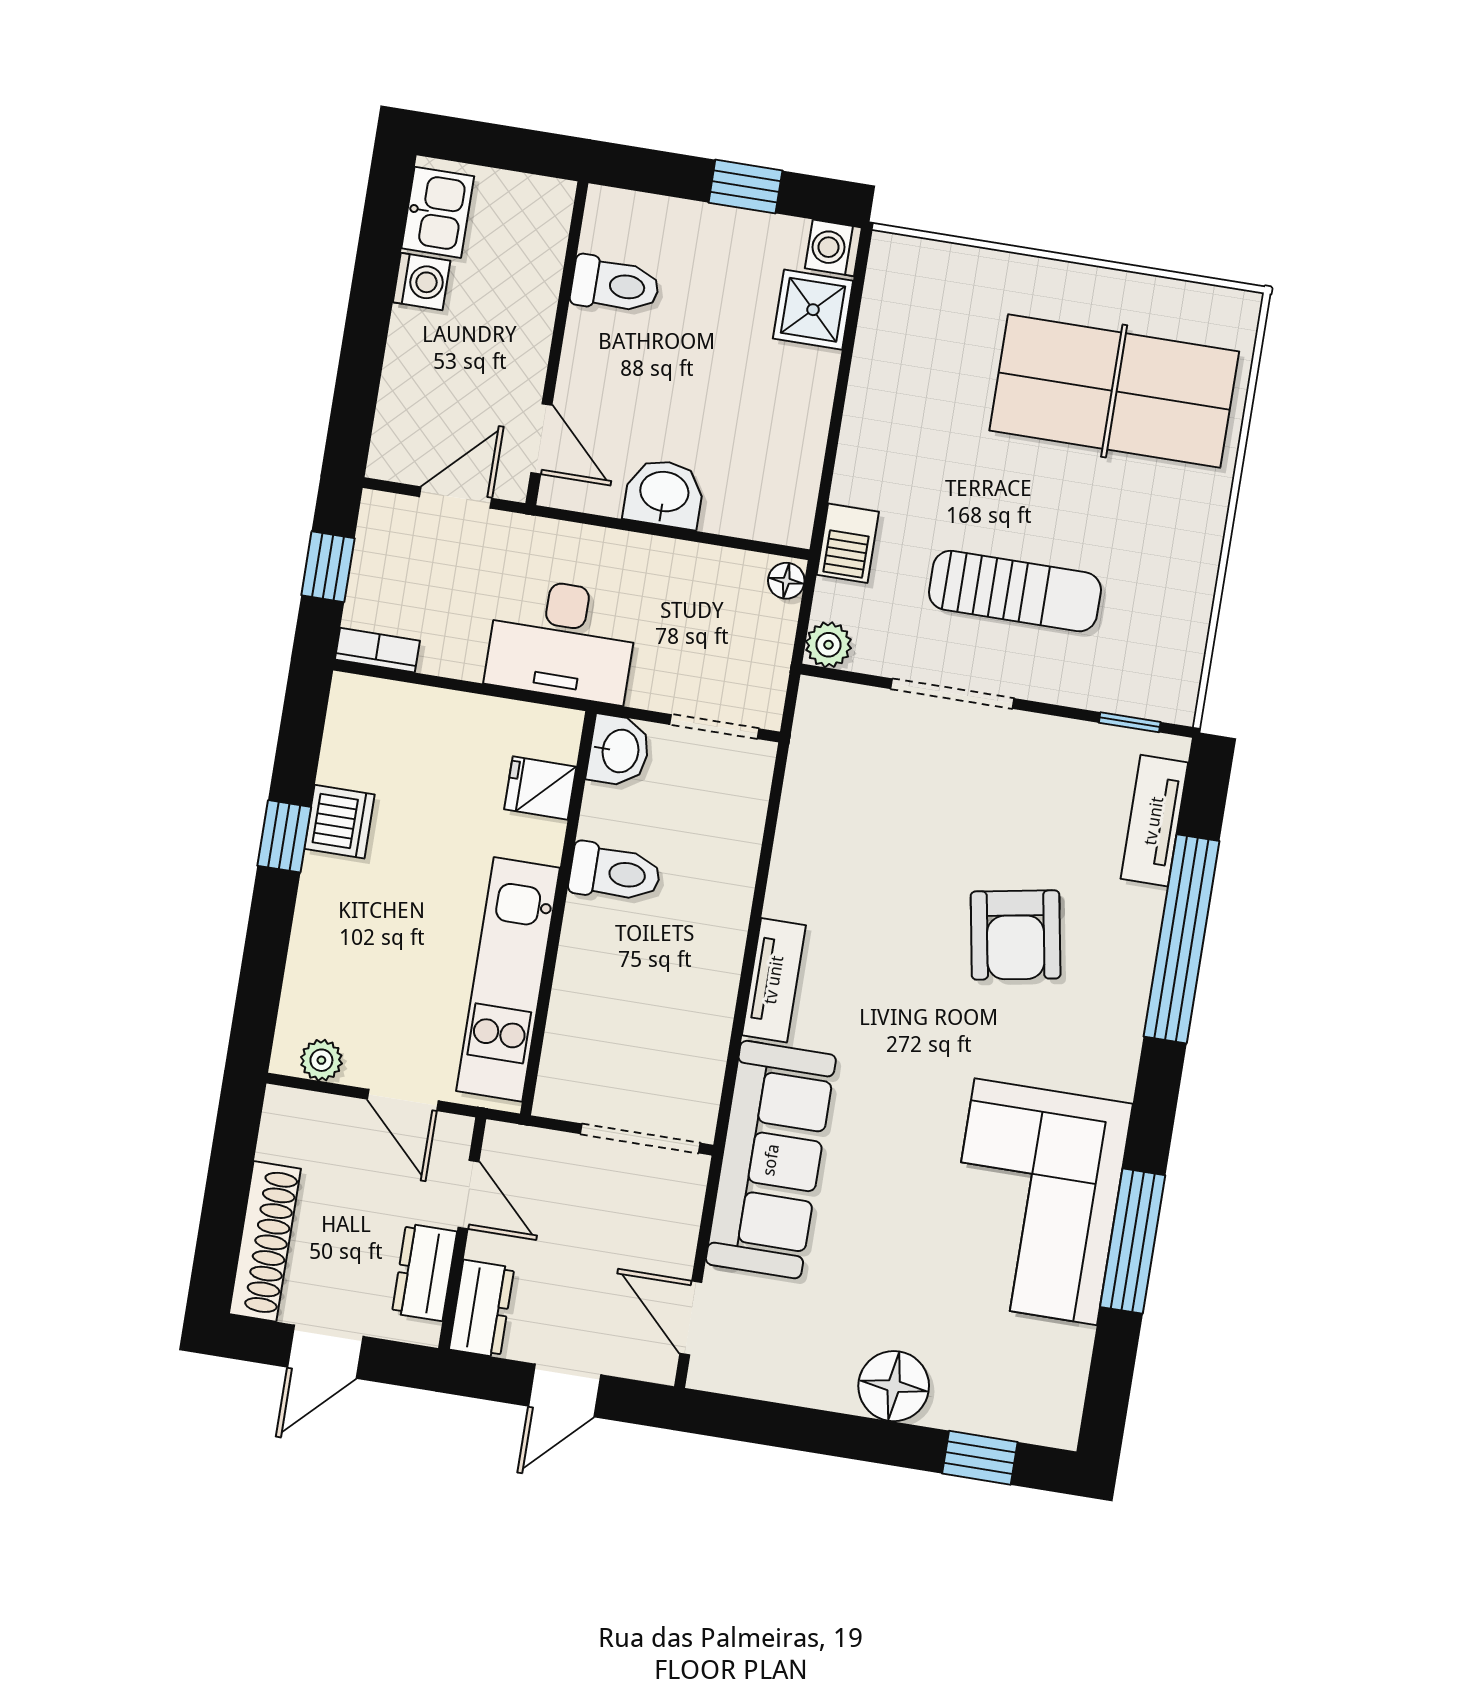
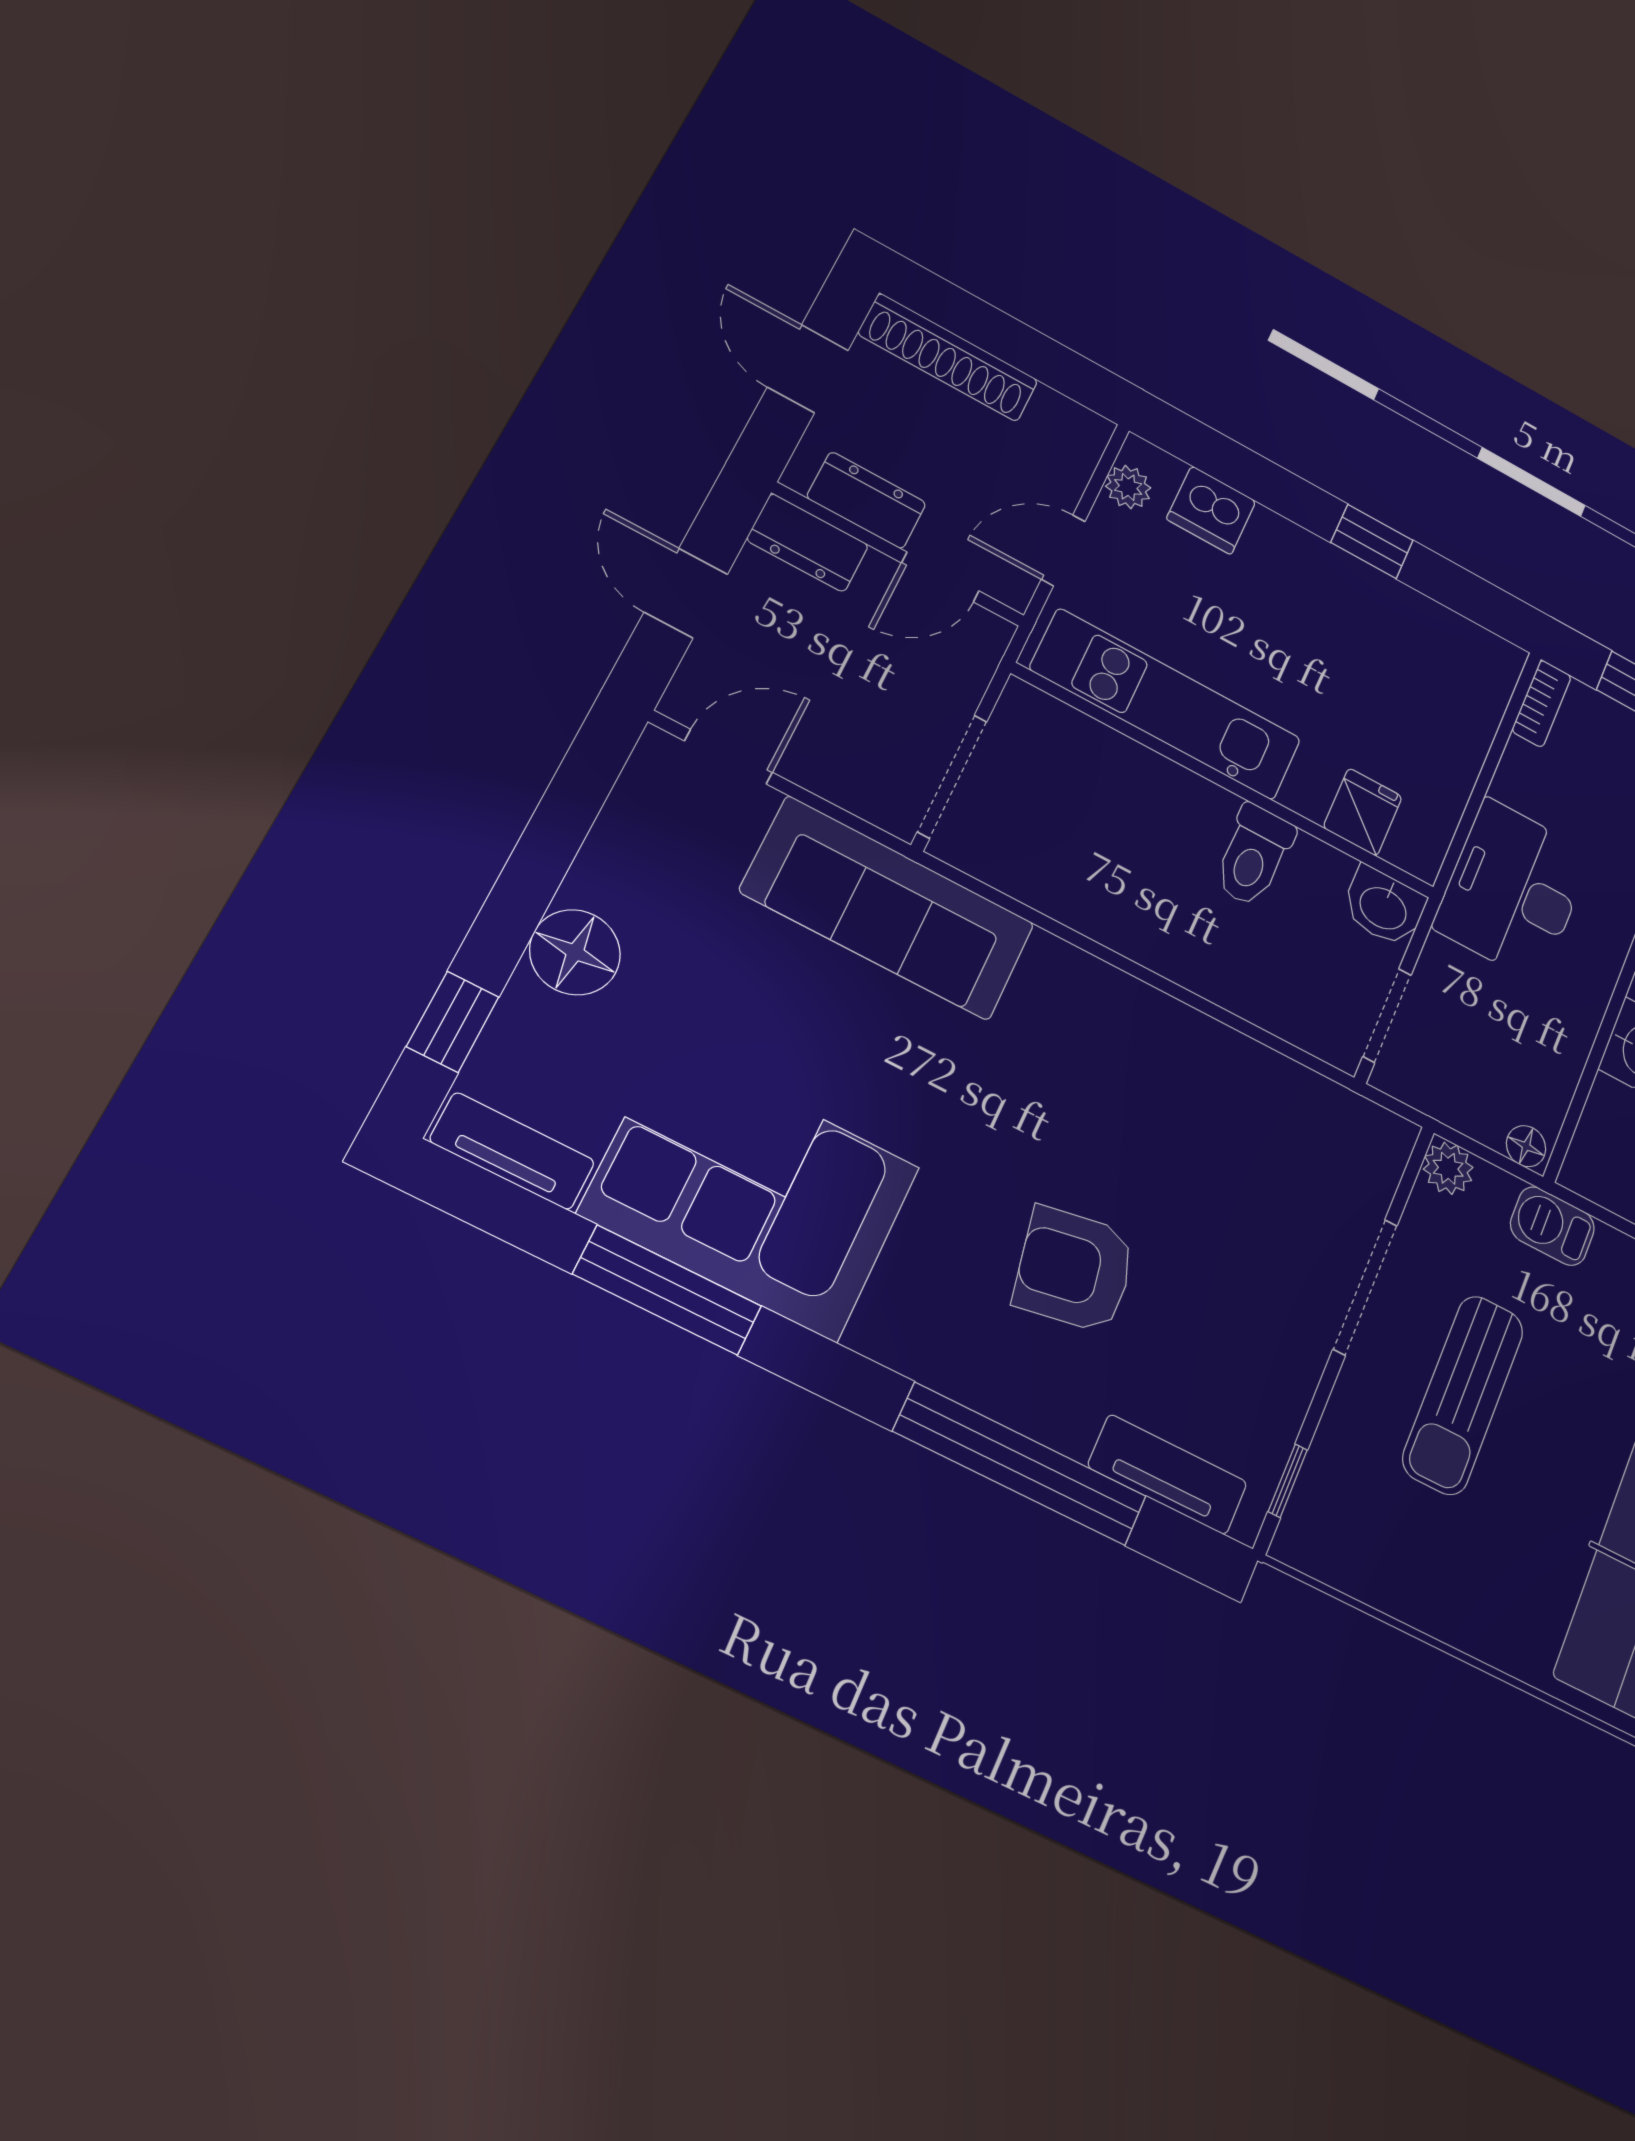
dishwasher: (339, 822) -> (1211, 510), moved
tv unit: (774, 980) -> (512, 1151), moved, turned 180

